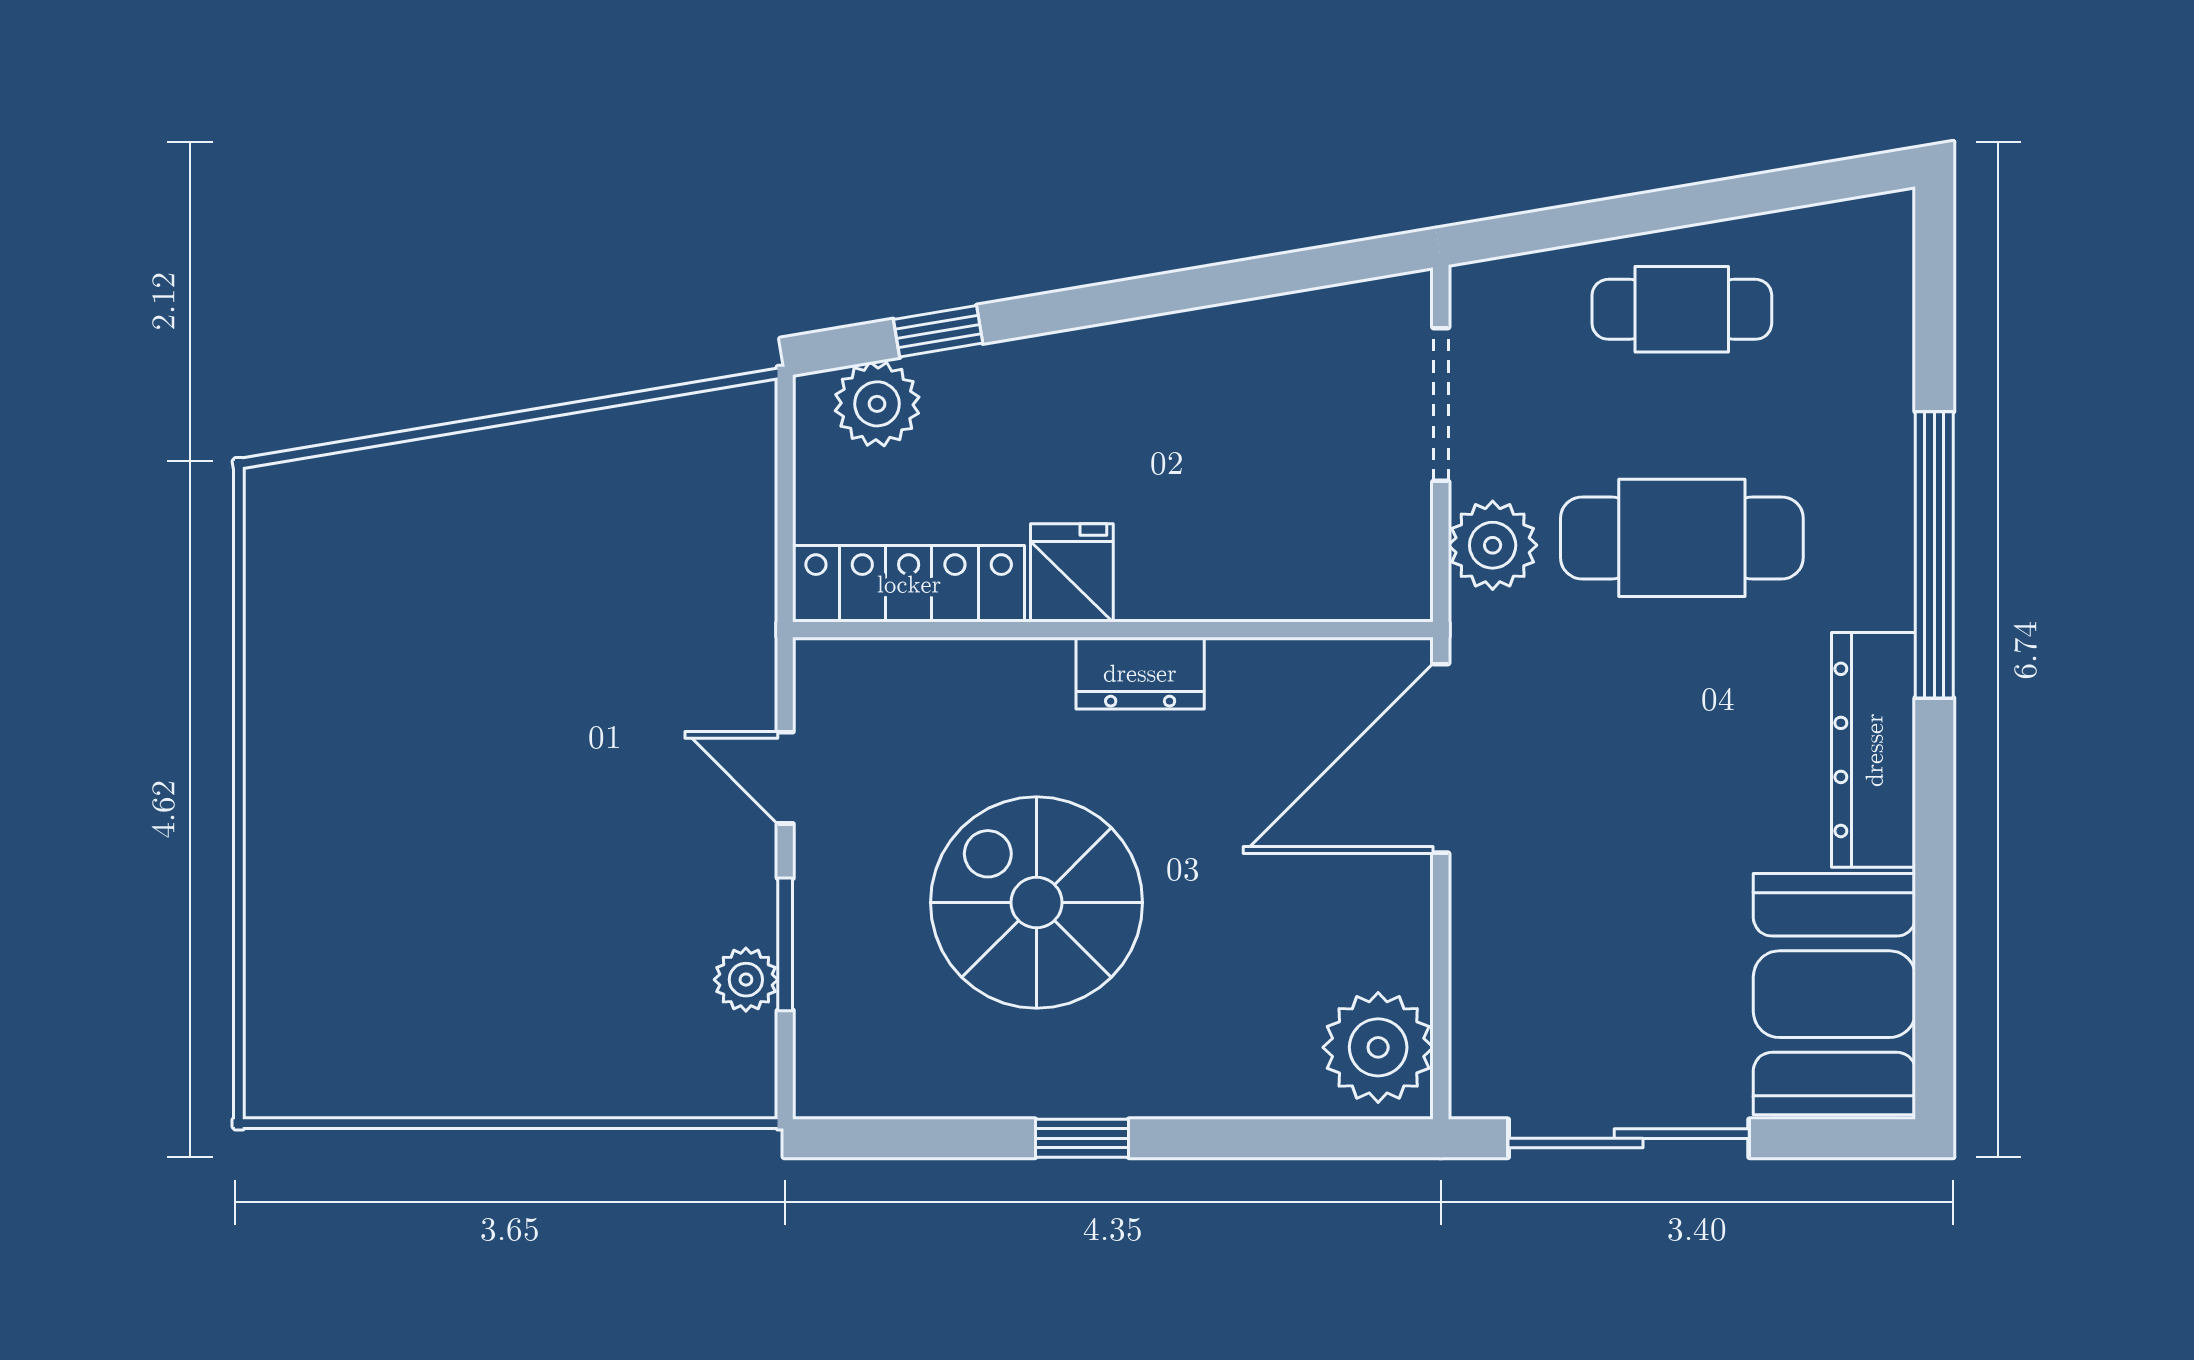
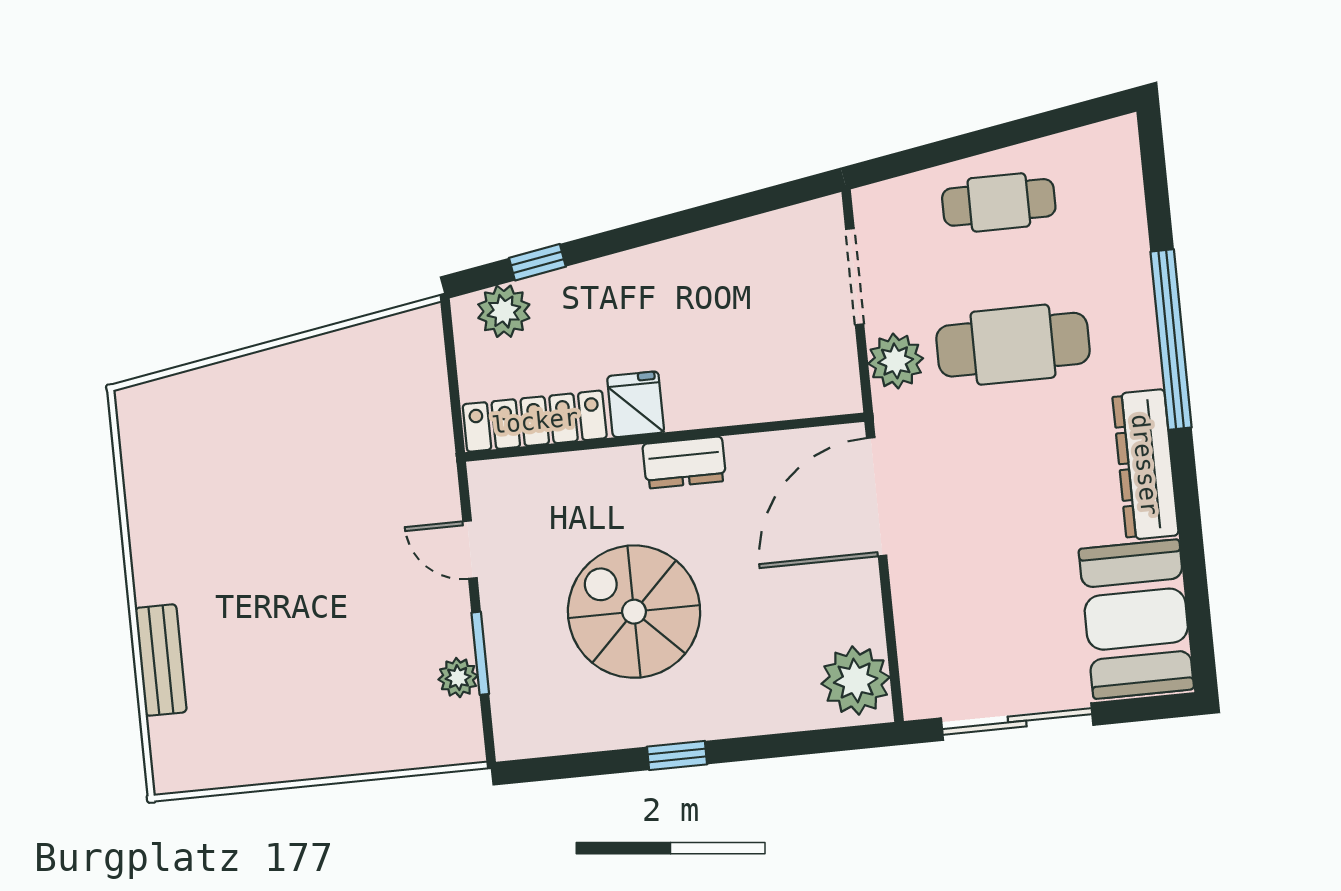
bench: (276, 904) -> (161, 660), added

